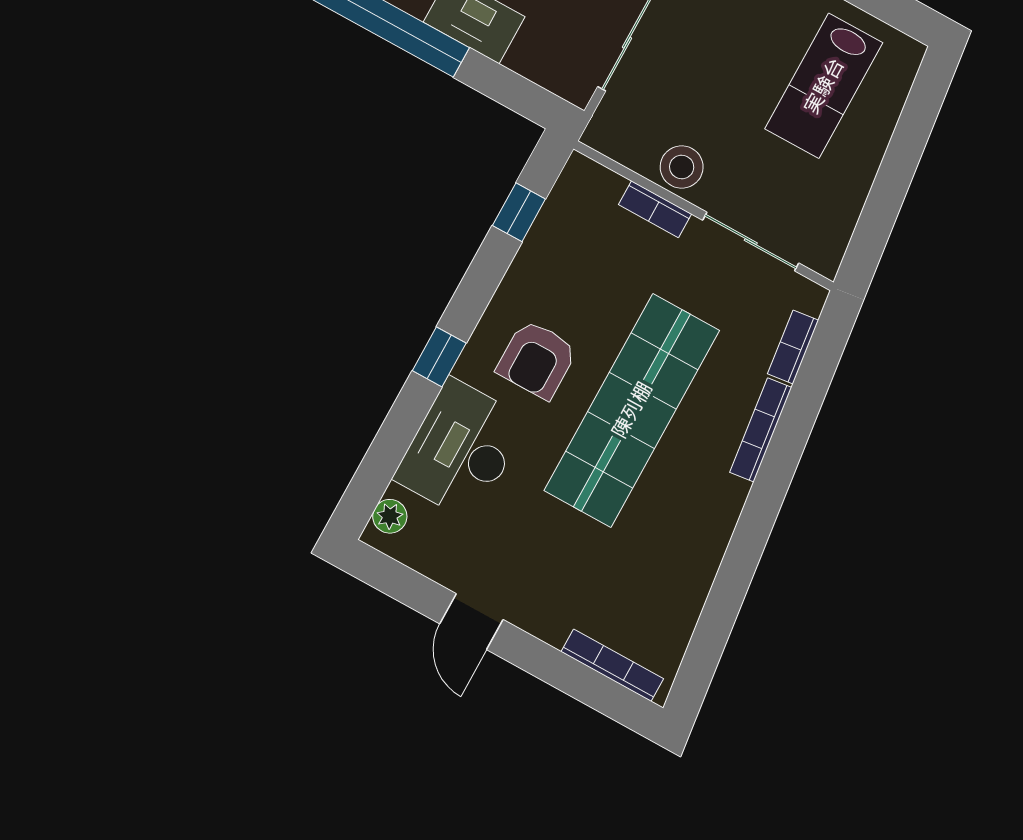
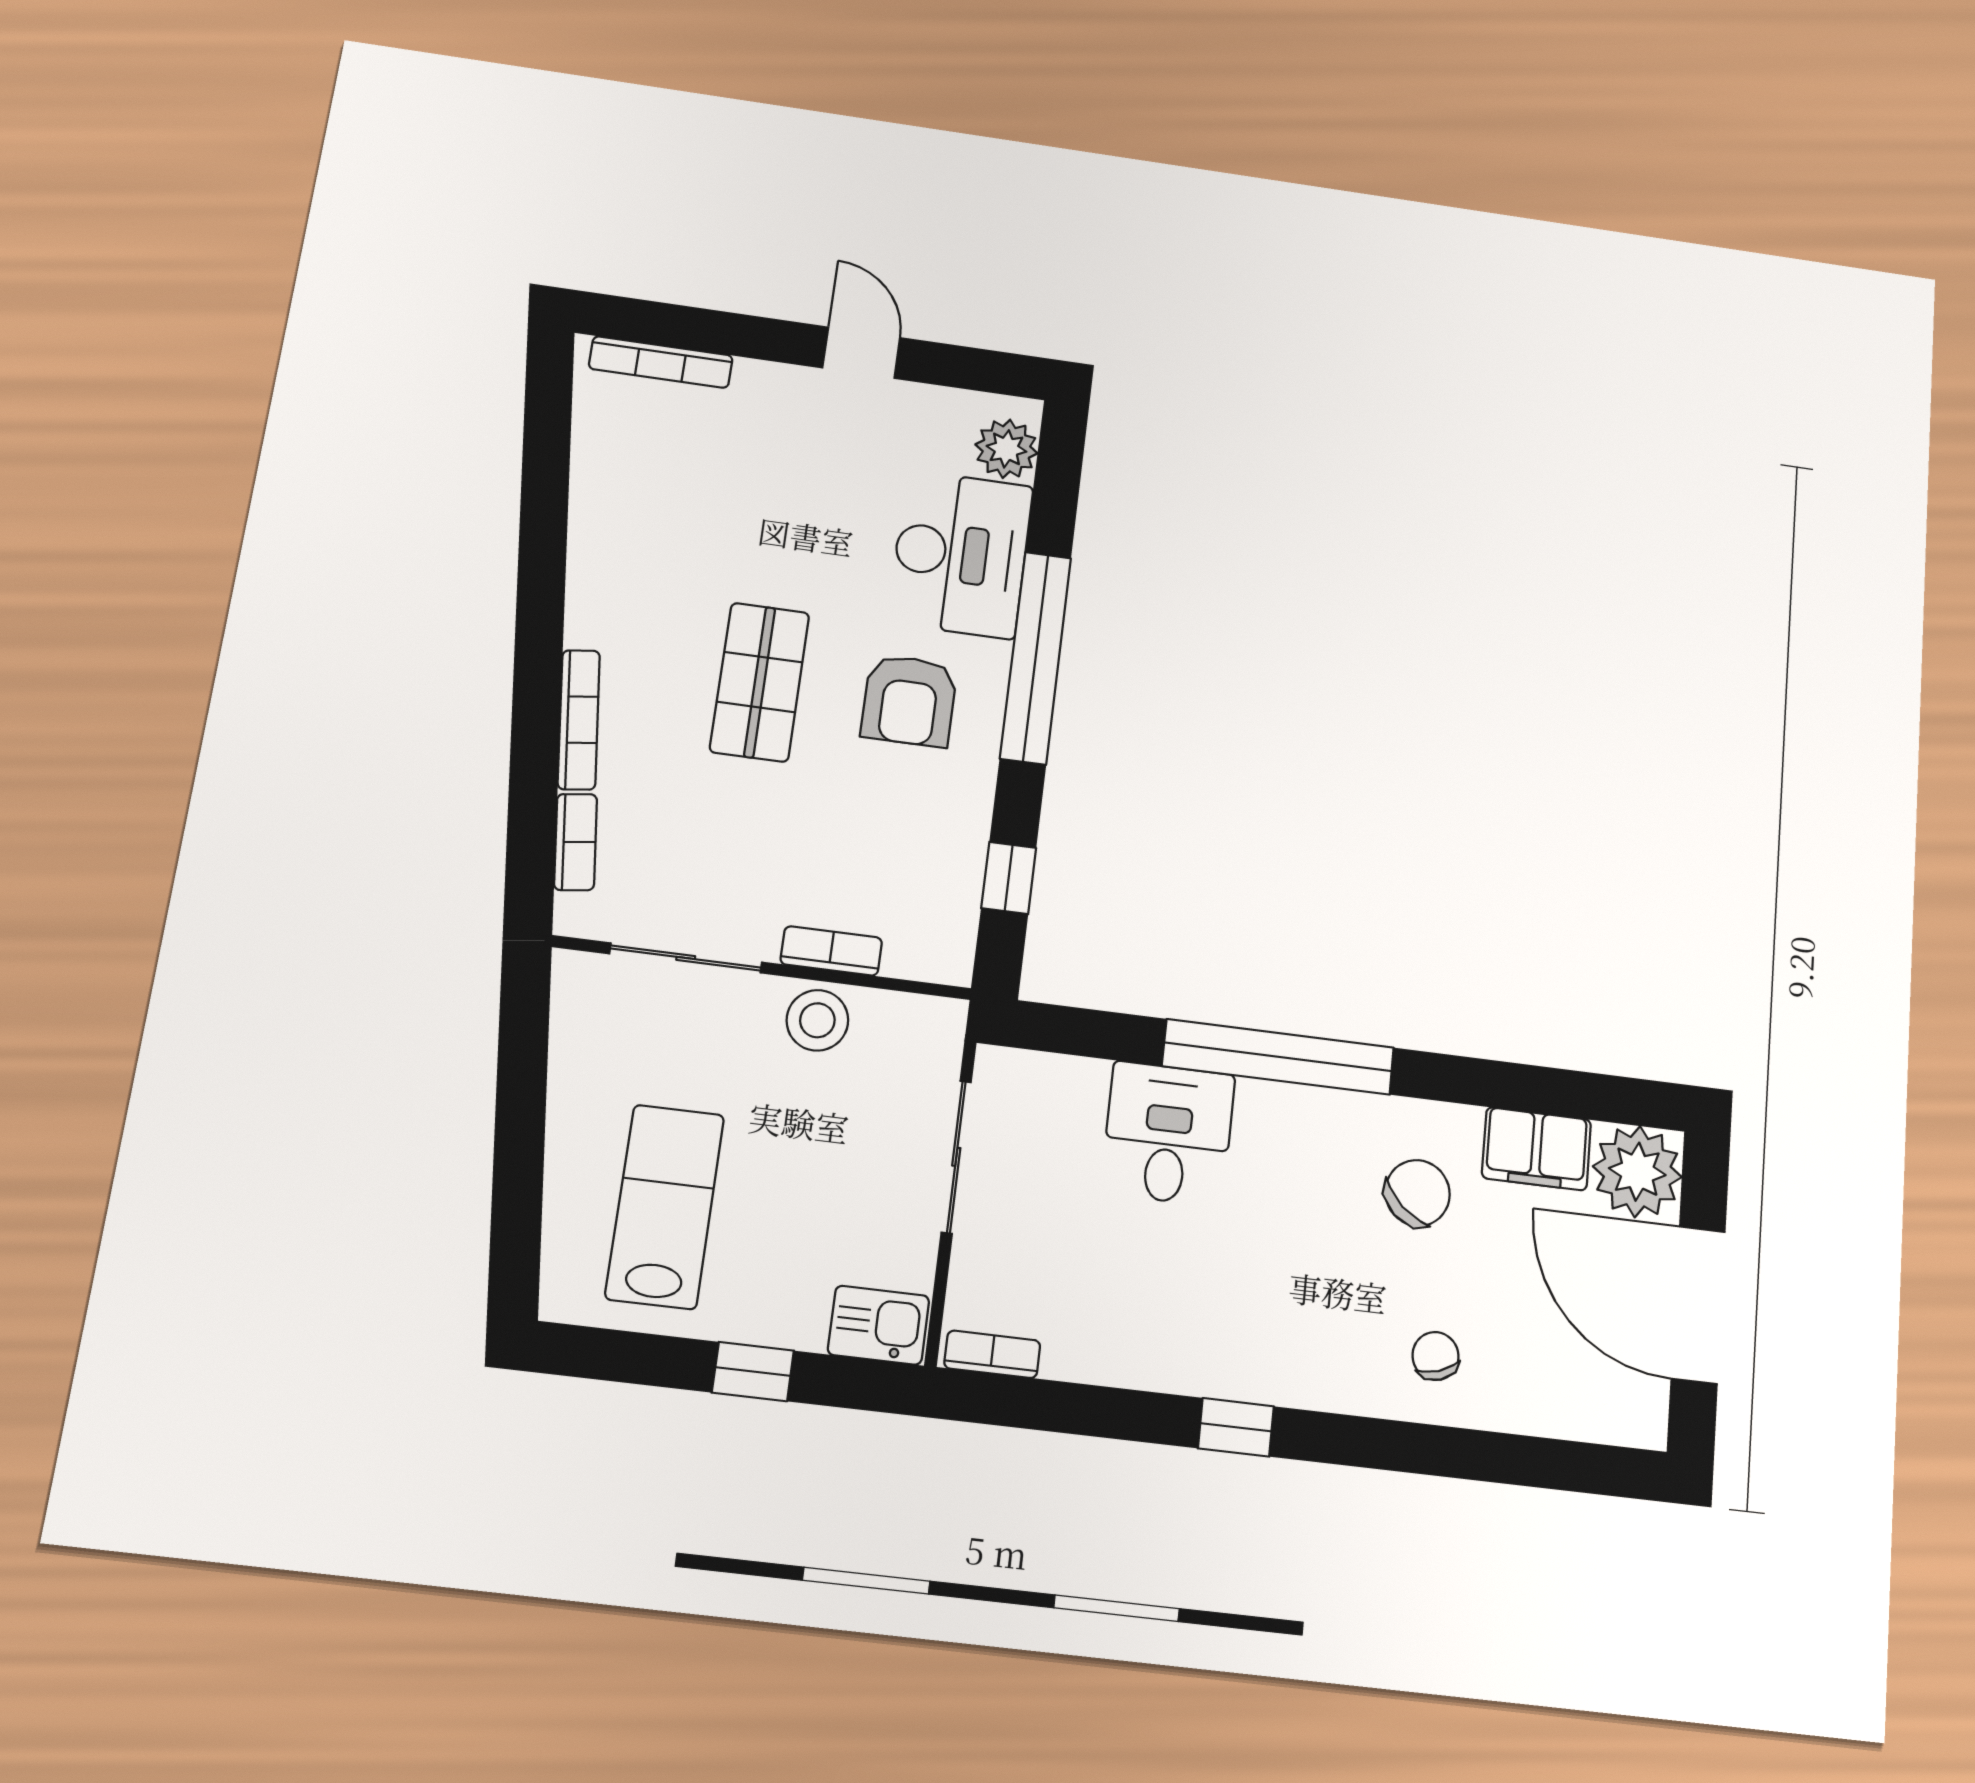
window: (439, 357) -> (1036, 658), width x3.17
armchair: (537, 359) -> (909, 700), turned 180
shop shelf: (632, 410) -> (760, 682), width x0.50, depth x0.74
plant: (390, 516) -> (1006, 449), width x1.38, depth x1.38

